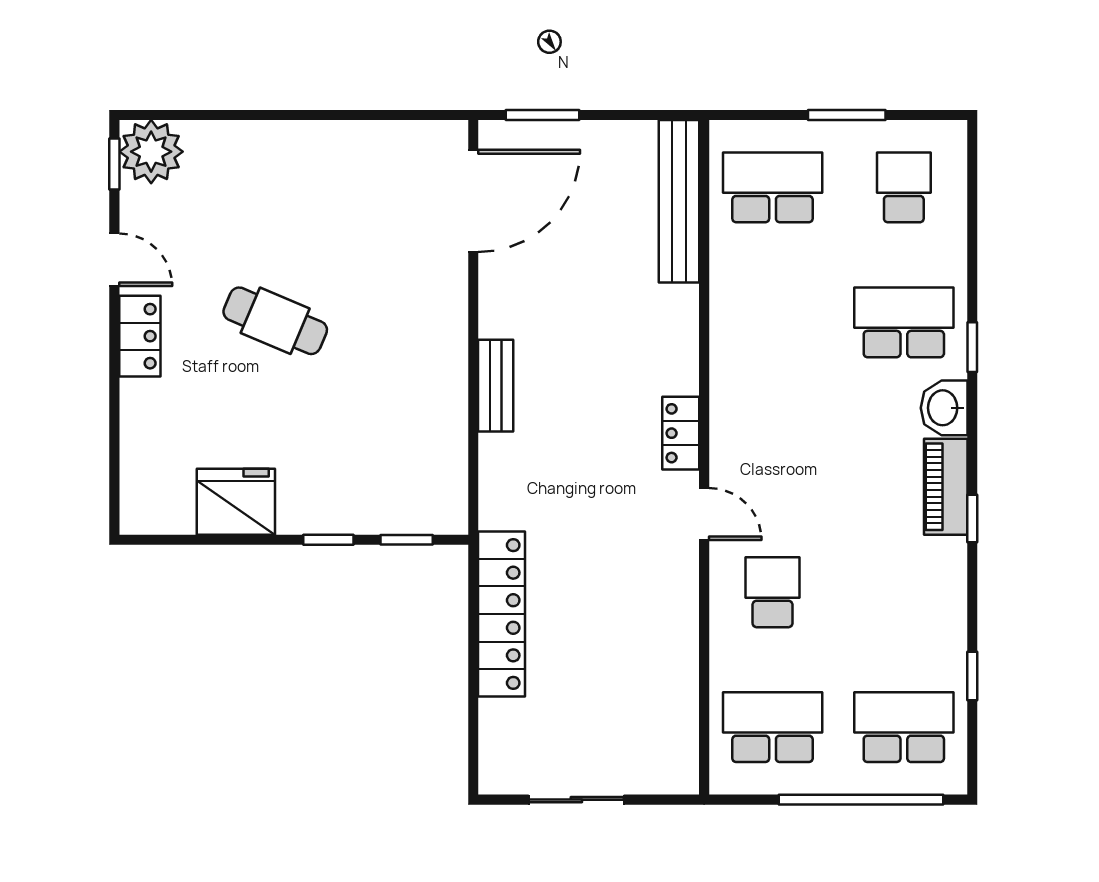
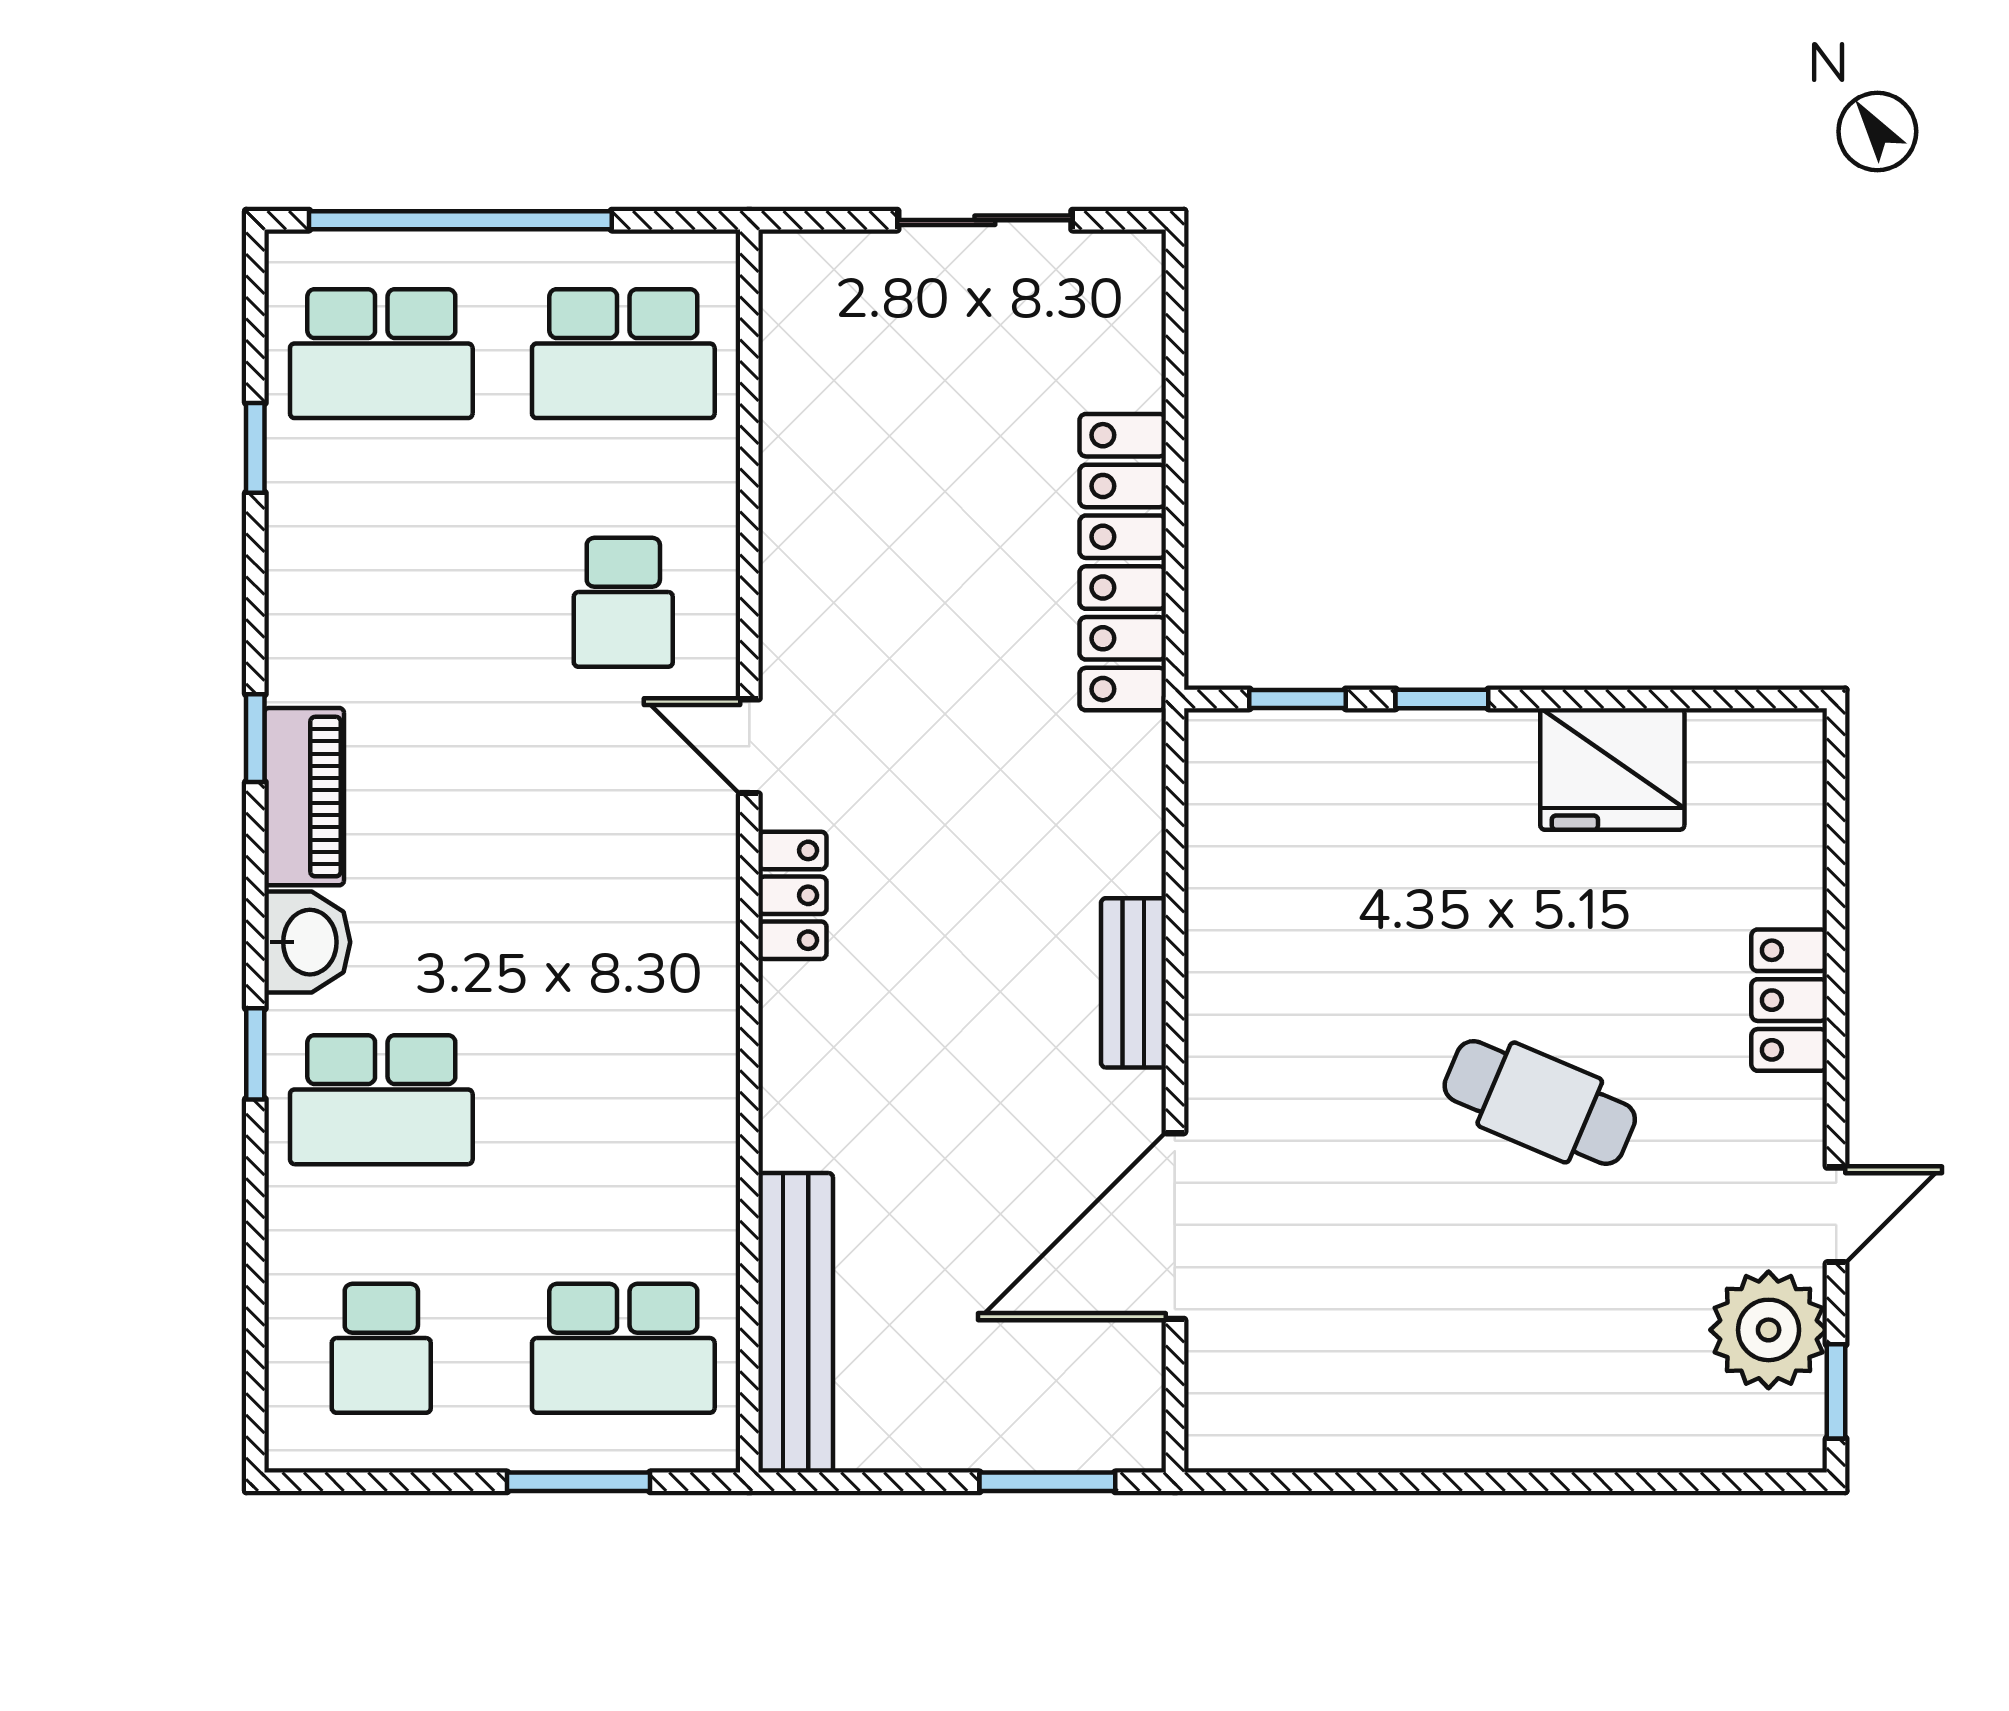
window: (847, 115) -> (579, 1482), moved
plant: (151, 152) -> (1769, 1330), moved
door: (473, 201) -> (1175, 1226), moved
door: (114, 260) -> (1836, 1215), swing flipped
locker: (140, 336) -> (1789, 1000), moved

